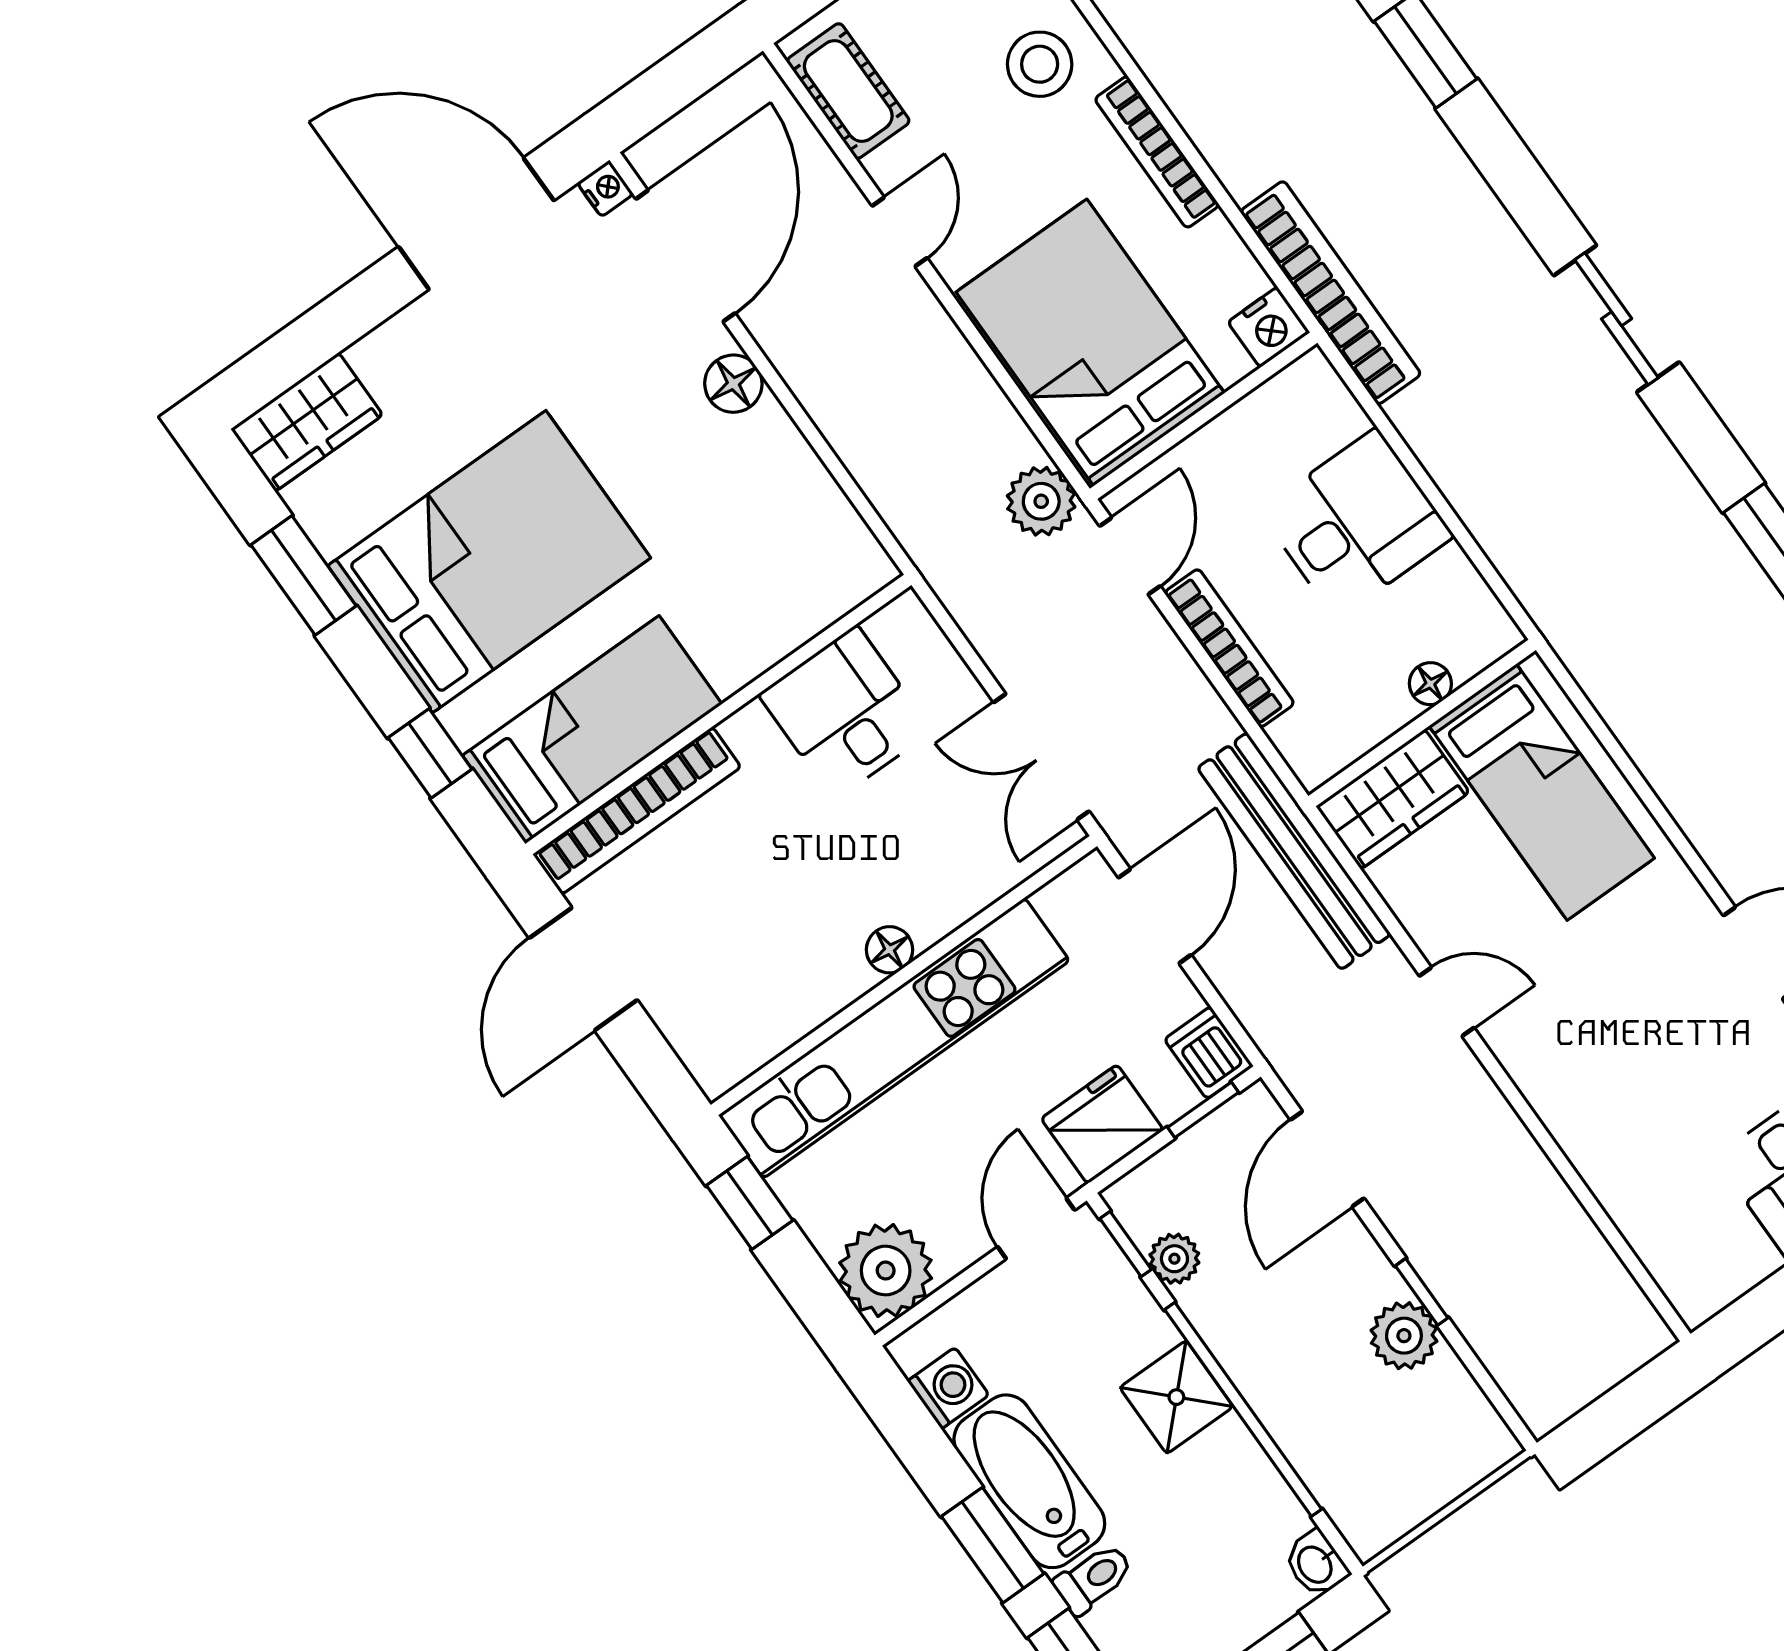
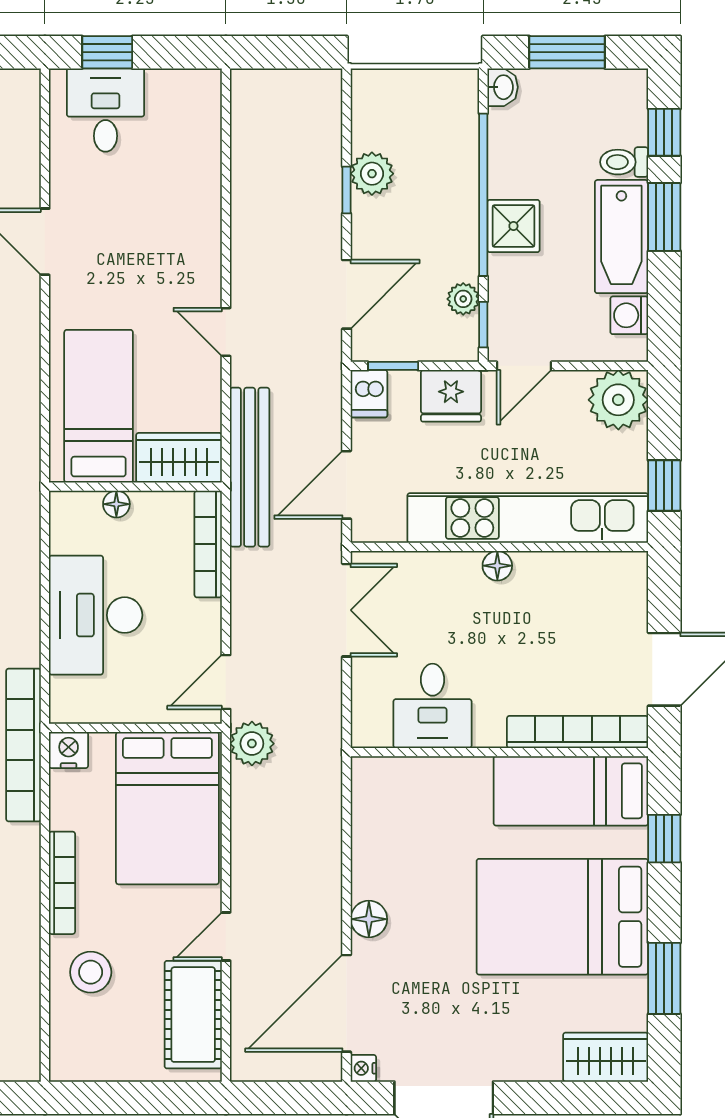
cot: (848, 91) -> (193, 1015), width x1.37, depth x1.34
desk: (1356, 523) -> (96, 615), width x1.37
bookcase: (1229, 648) -> (208, 544), moved

